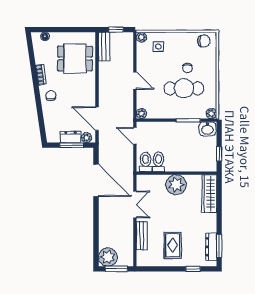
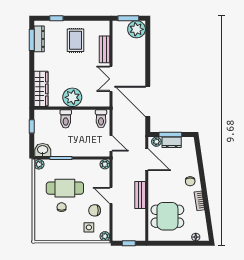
chair: (204, 41) -> (95, 210), moved
bench: (104, 47) -> (140, 195), moved
toilet: (159, 162) -> (66, 119), moved

